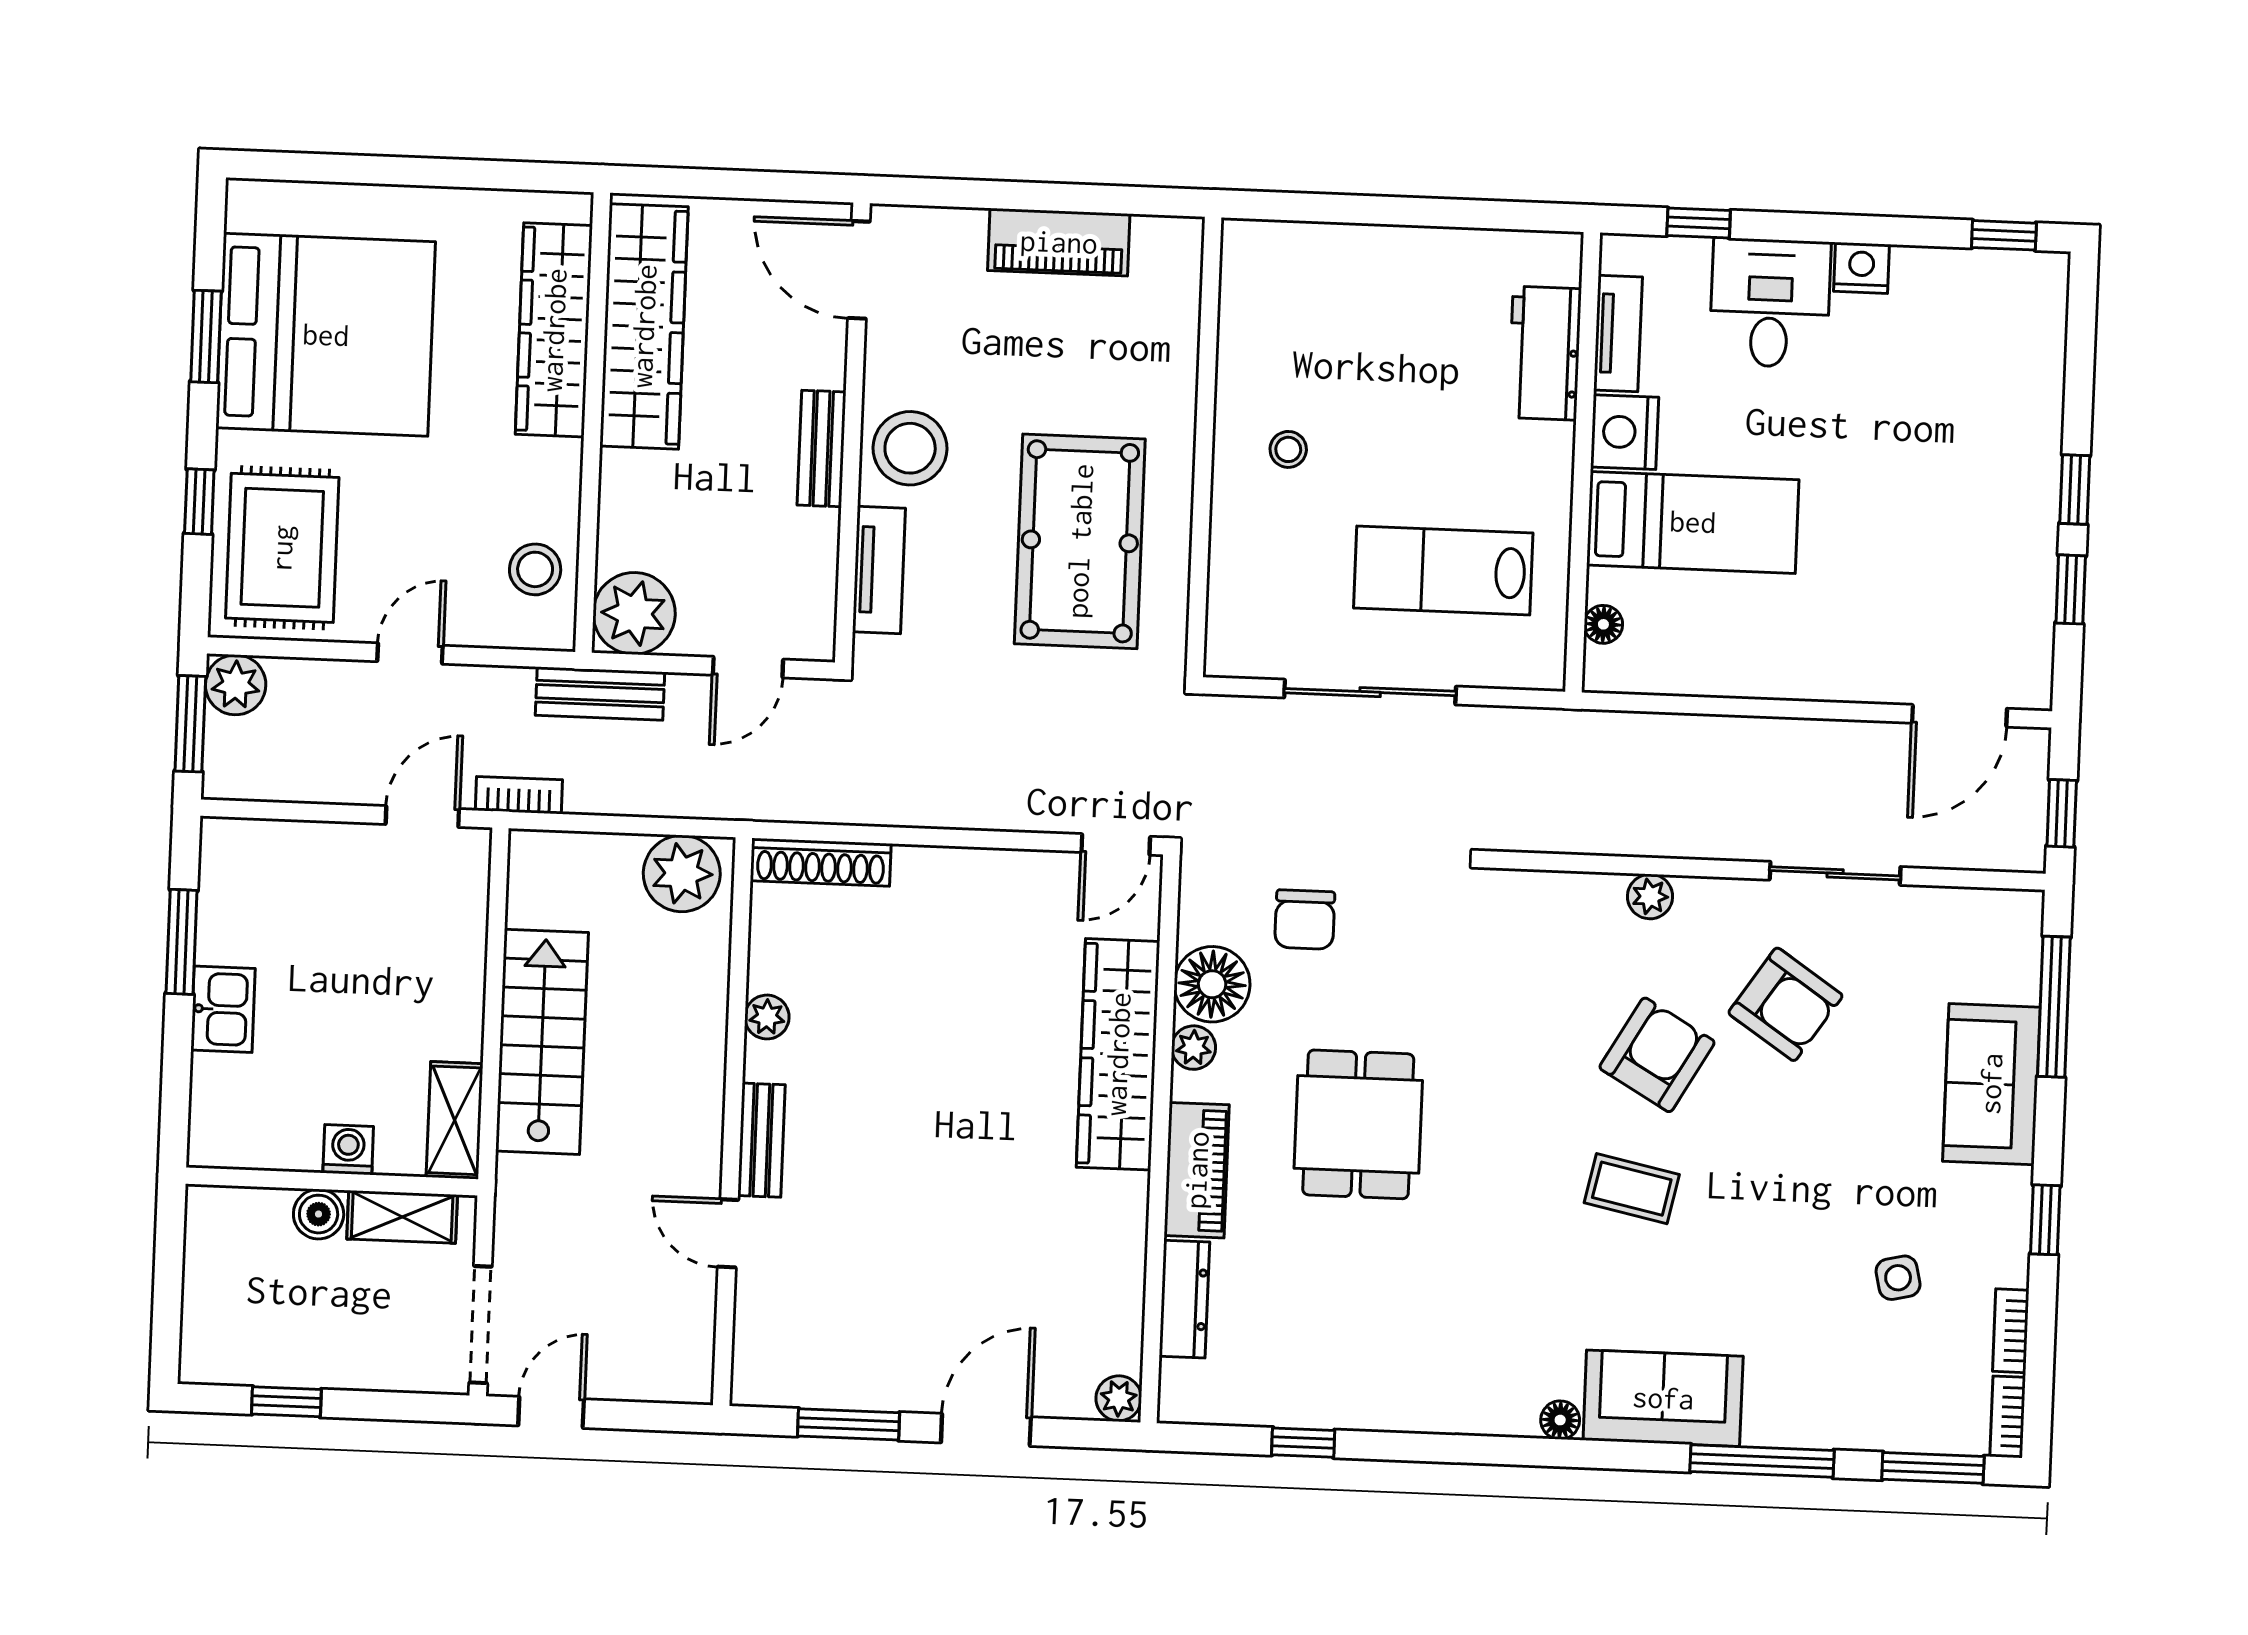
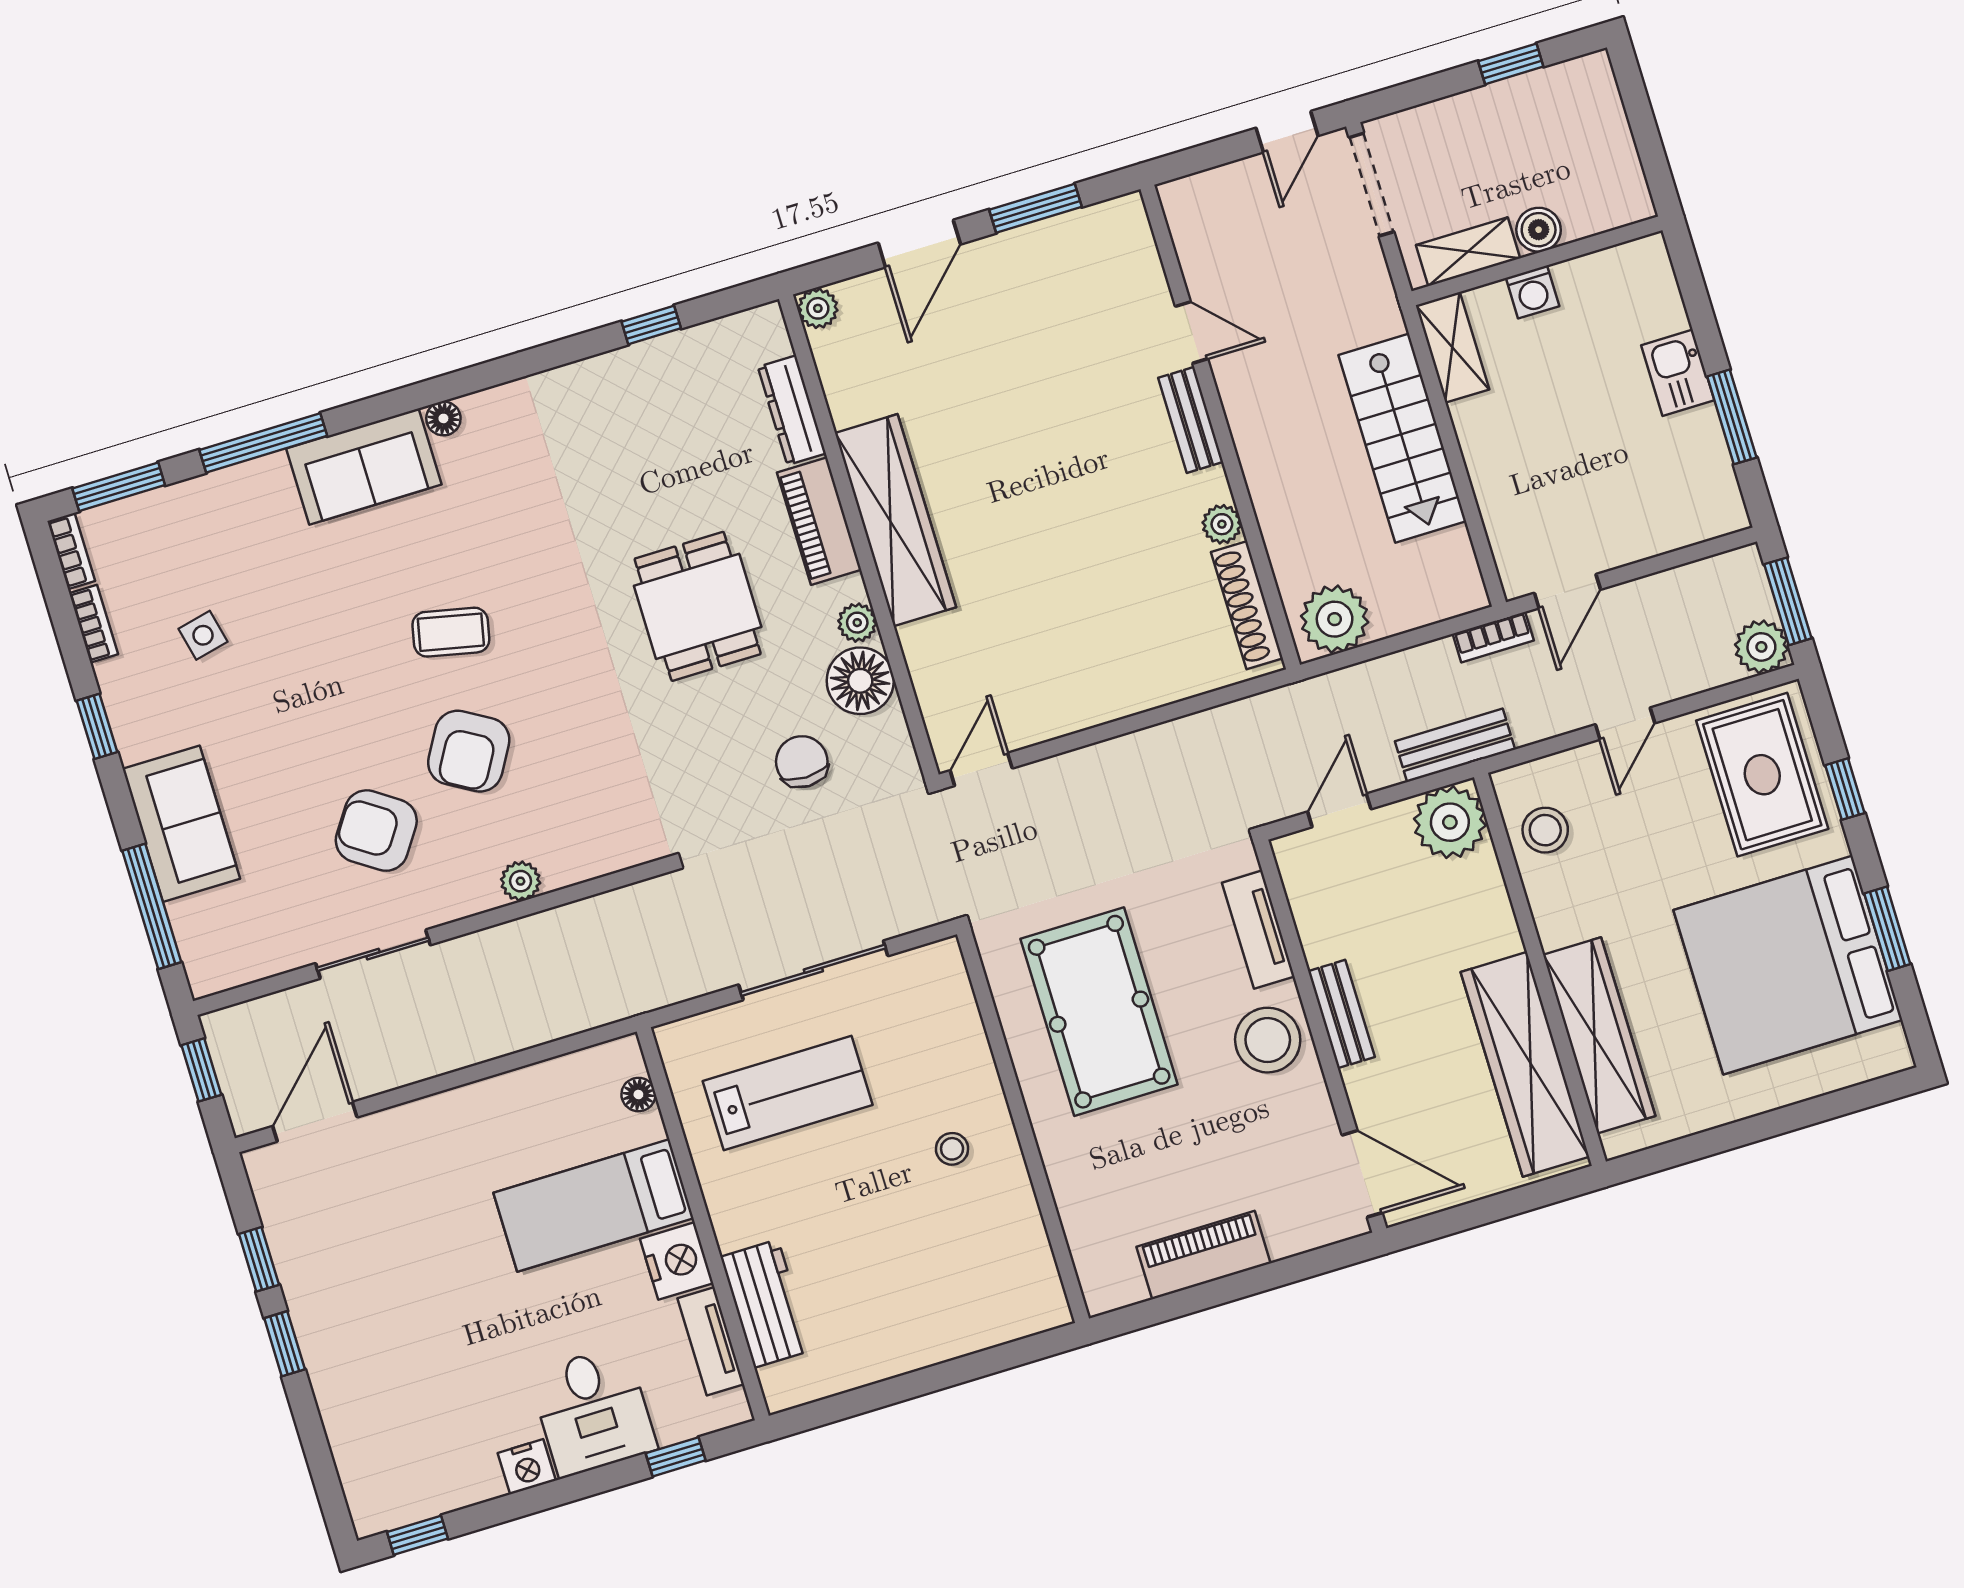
shoe rack: (821, 862) -> (1247, 605), moved, turned -90
wardrobe: (1118, 1054) -> (896, 520), moved

